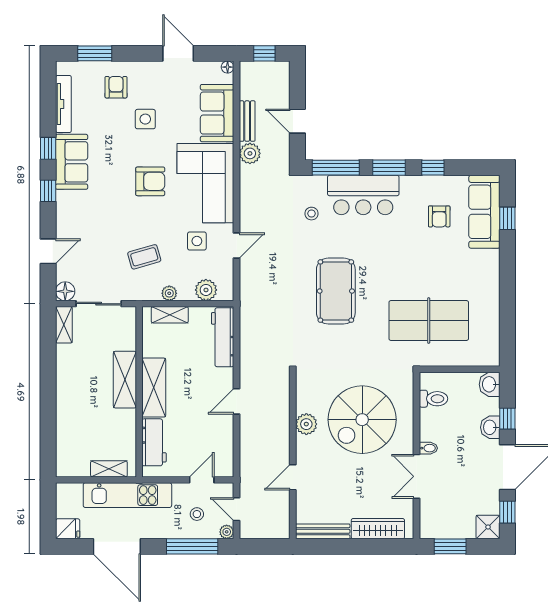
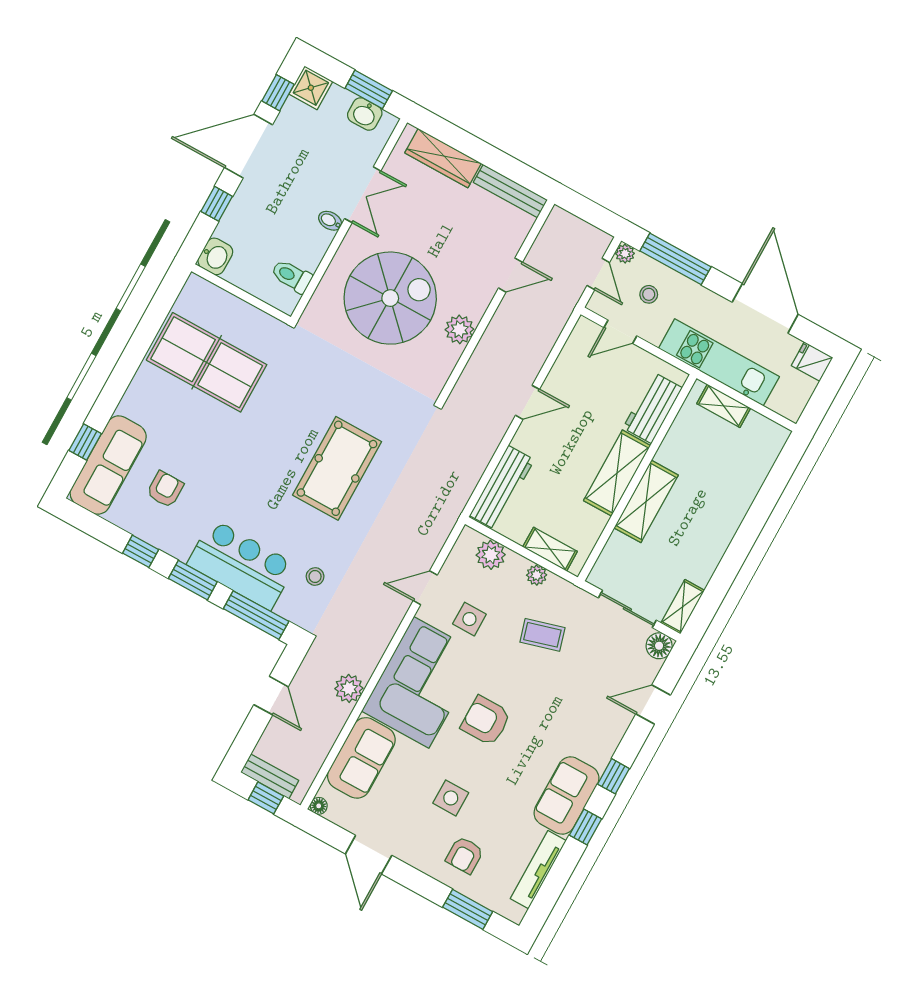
bench: (247, 121) -> (270, 776), moved, turned 90
table tennis table: (429, 321) -> (207, 362), moved
washbasin: (490, 427) -> (365, 114), moved, turned 90

